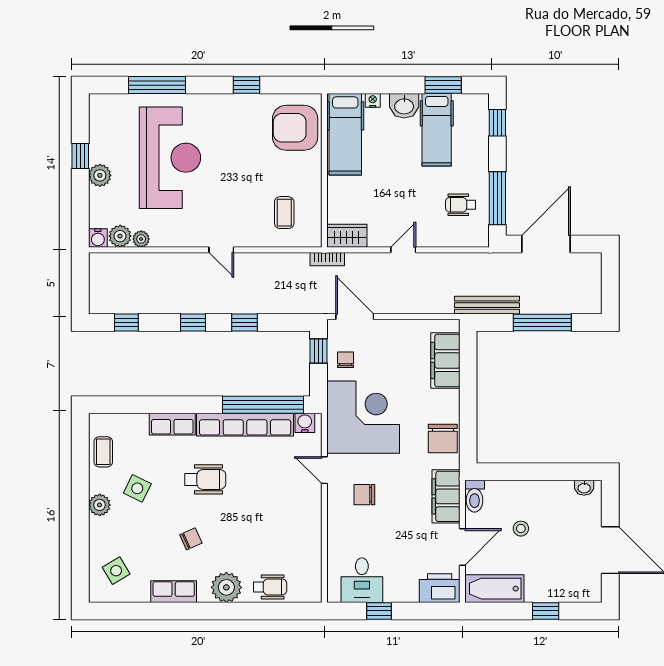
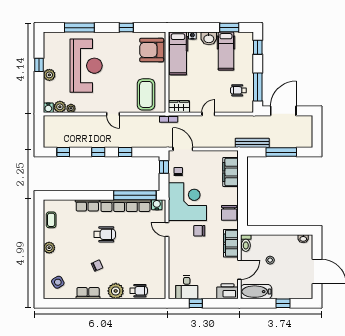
coffee table: (284, 213) -> (146, 94), width x1.86, depth x1.72
side table: (137, 488) -> (69, 239), removed
chair: (364, 495) -> (199, 231), moved

